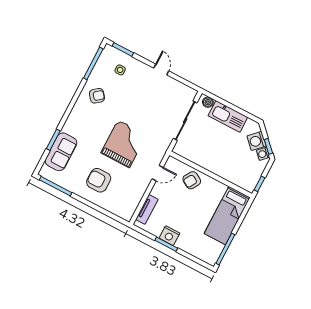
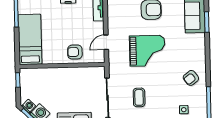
coffee table: (156, 105) -> (139, 97), added
grand piano: (124, 144) -> (147, 51), turned -90
armchair: (192, 180) -> (75, 52), turned -121

